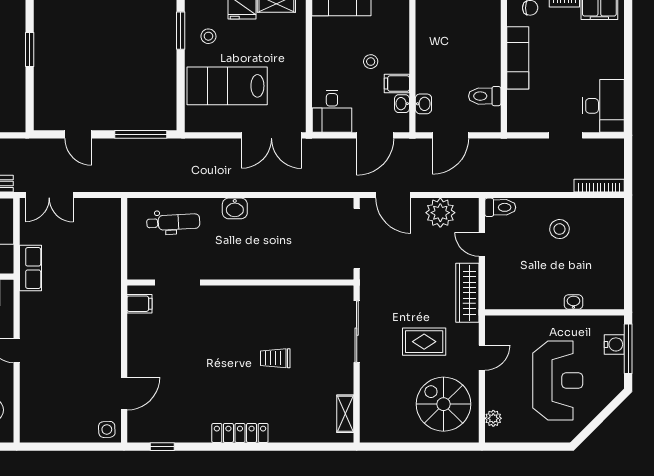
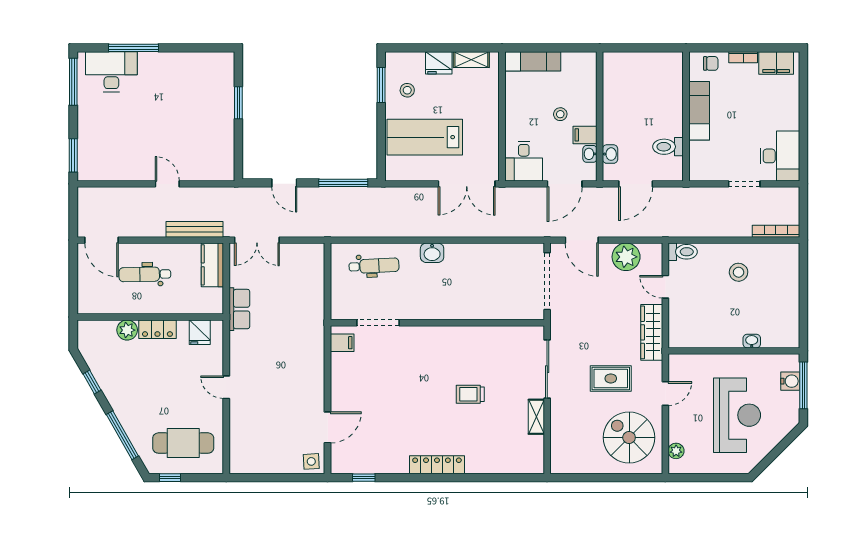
shelving: (345, 414) -> (536, 417), moved

